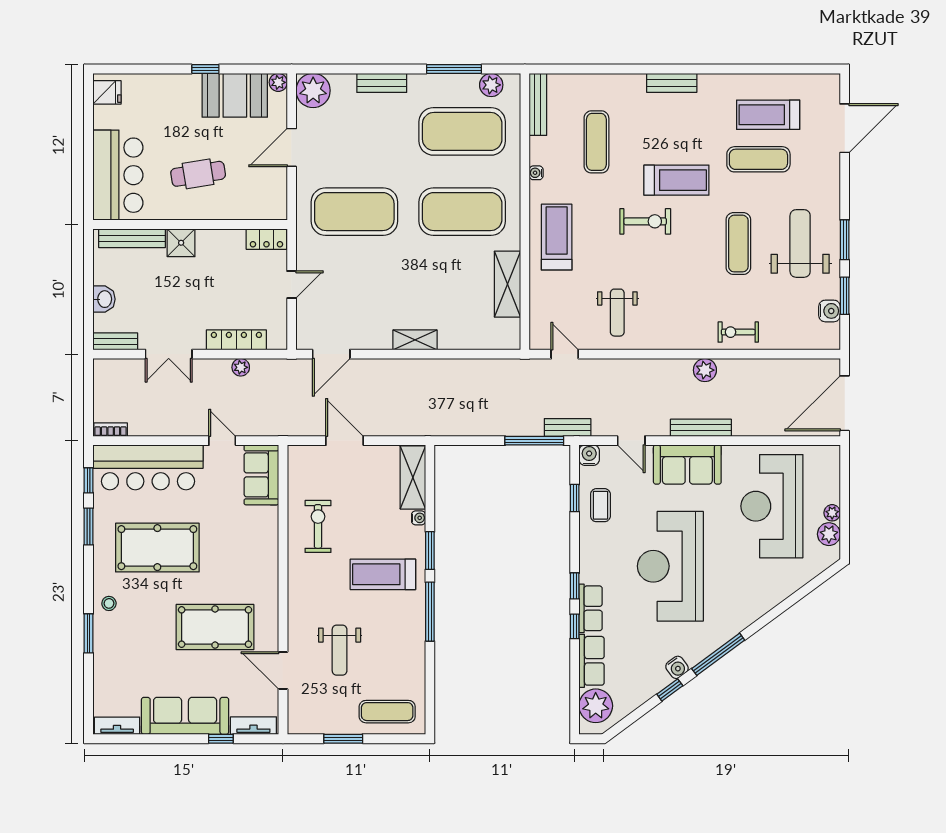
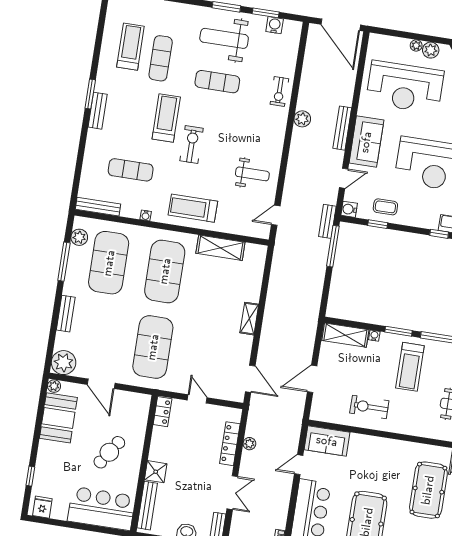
window: (205, 69) -> (30, 476), moved
window: (693, 69) -> (90, 94), added
treadmill: (768, 115) -> (130, 47), turned 180
cafe table: (198, 174) -> (109, 452), turned 43

